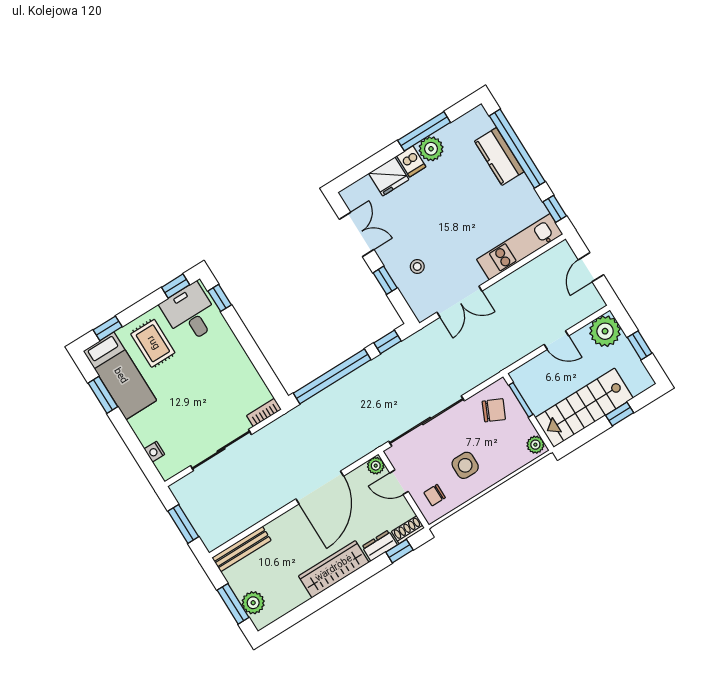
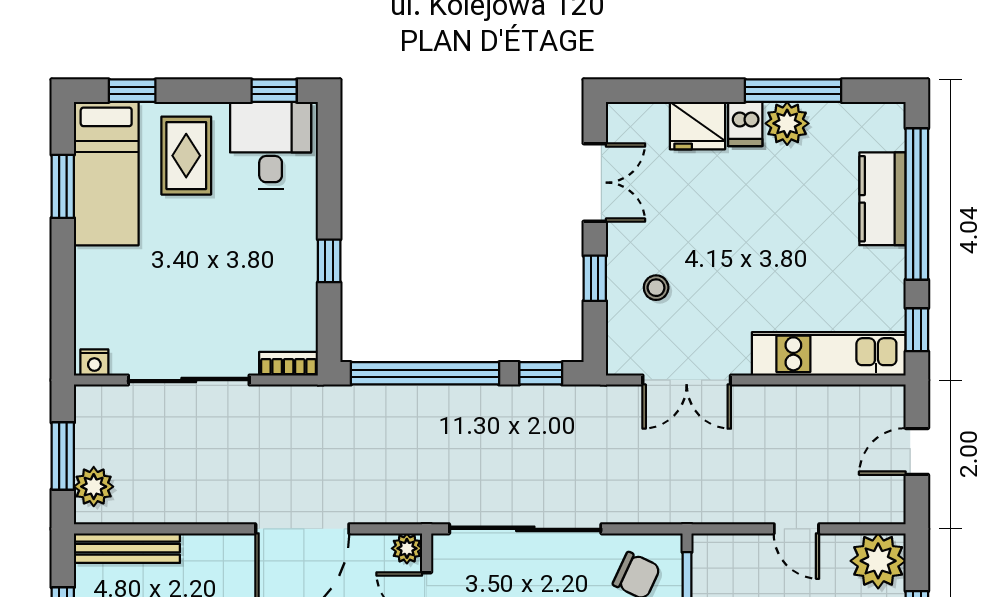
window: (220, 298) -> (329, 261), moved
nightstand: (154, 452) -> (94, 362), moved, turned -90
plant: (207, 529) -> (94, 487), added

